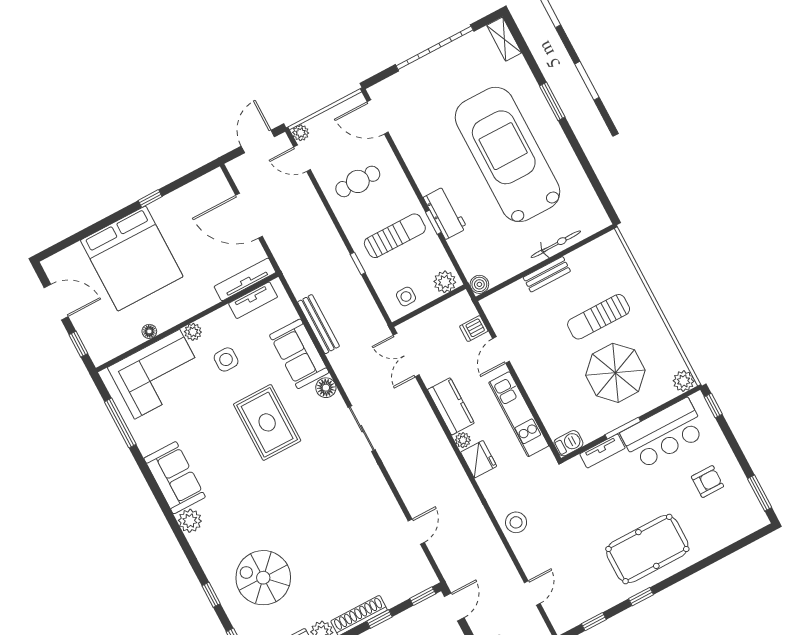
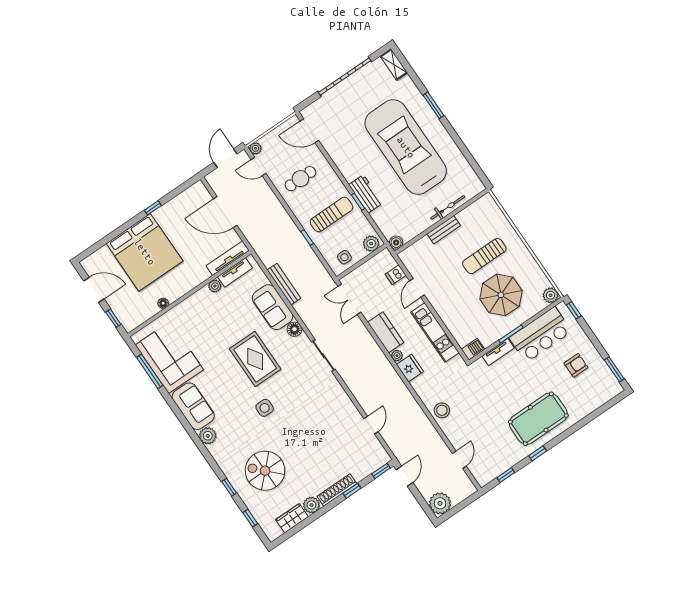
plant: (193, 332) -> (215, 286), moved
side table: (226, 359) -> (265, 408), moved
corner sofa: (157, 374) -> (169, 357), moved, turned -90

